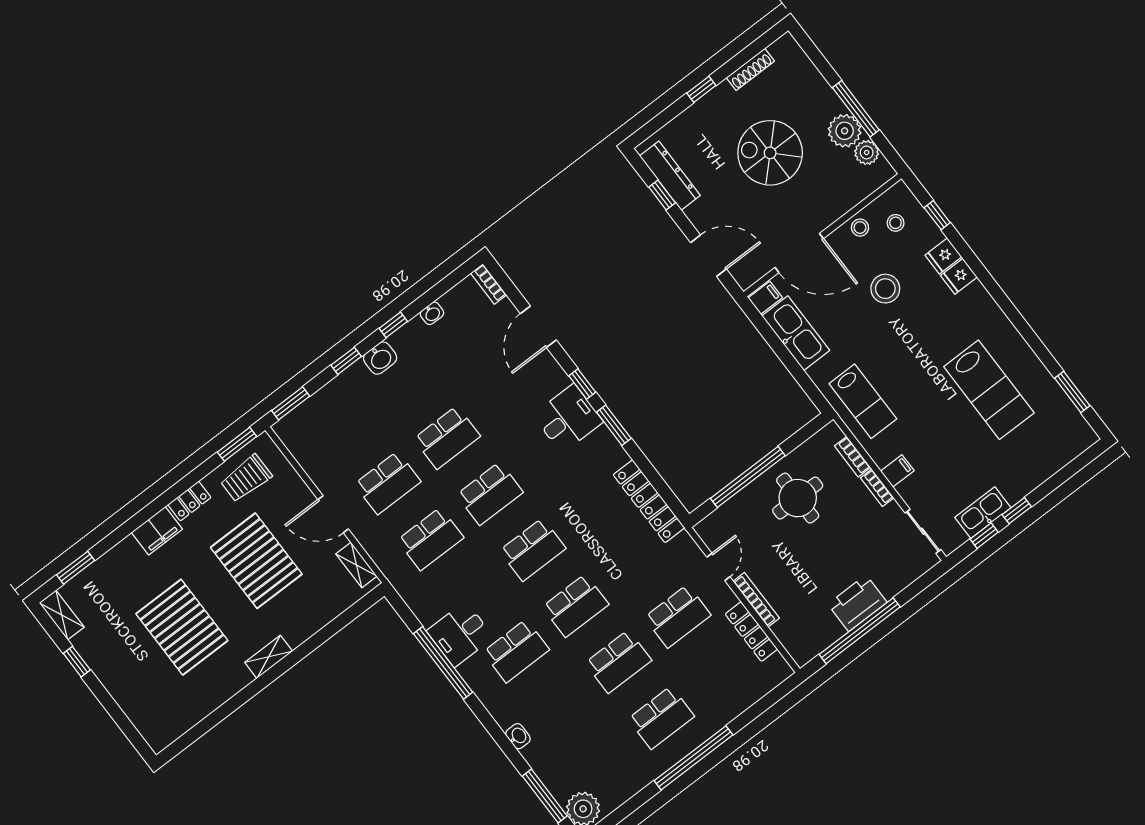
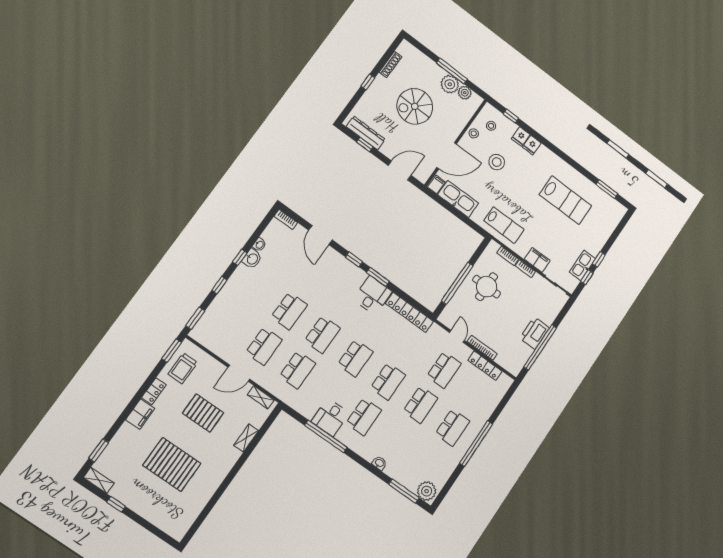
washbasin: (380, 358) -> (252, 259), moved
desk: (568, 418) -> (373, 295), moved
filing cabinet: (897, 471) -> (537, 260), width x2.00
pallet: (256, 561) -> (203, 413), width x0.73, depth x0.71
shelving: (269, 657) -> (246, 438), moved

